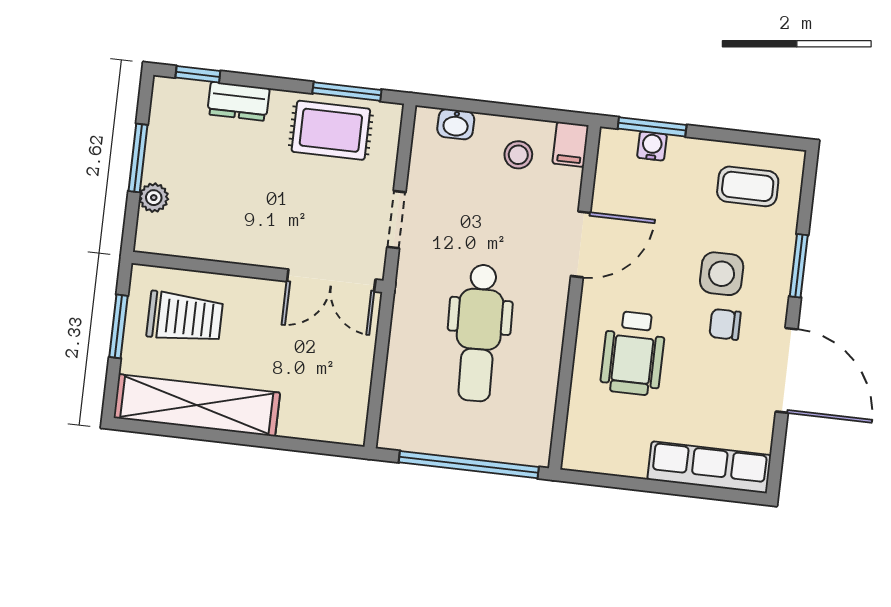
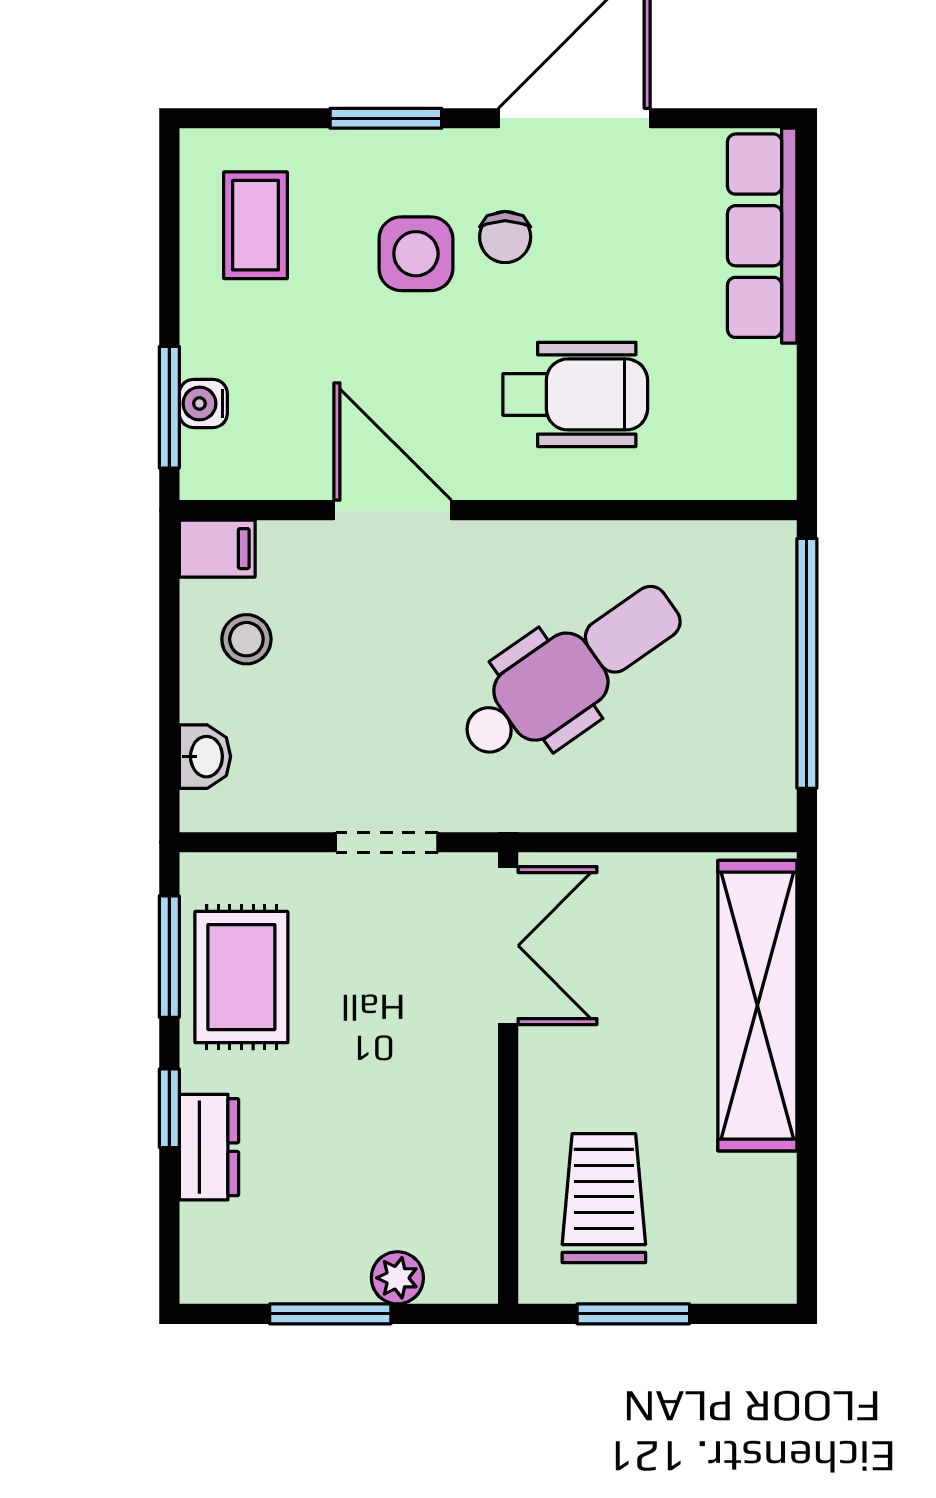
window: (198, 74) -> (169, 1108), moved
dental chair: (479, 333) -> (571, 673), turned -33
shelving: (197, 405) -> (757, 1006), moved

